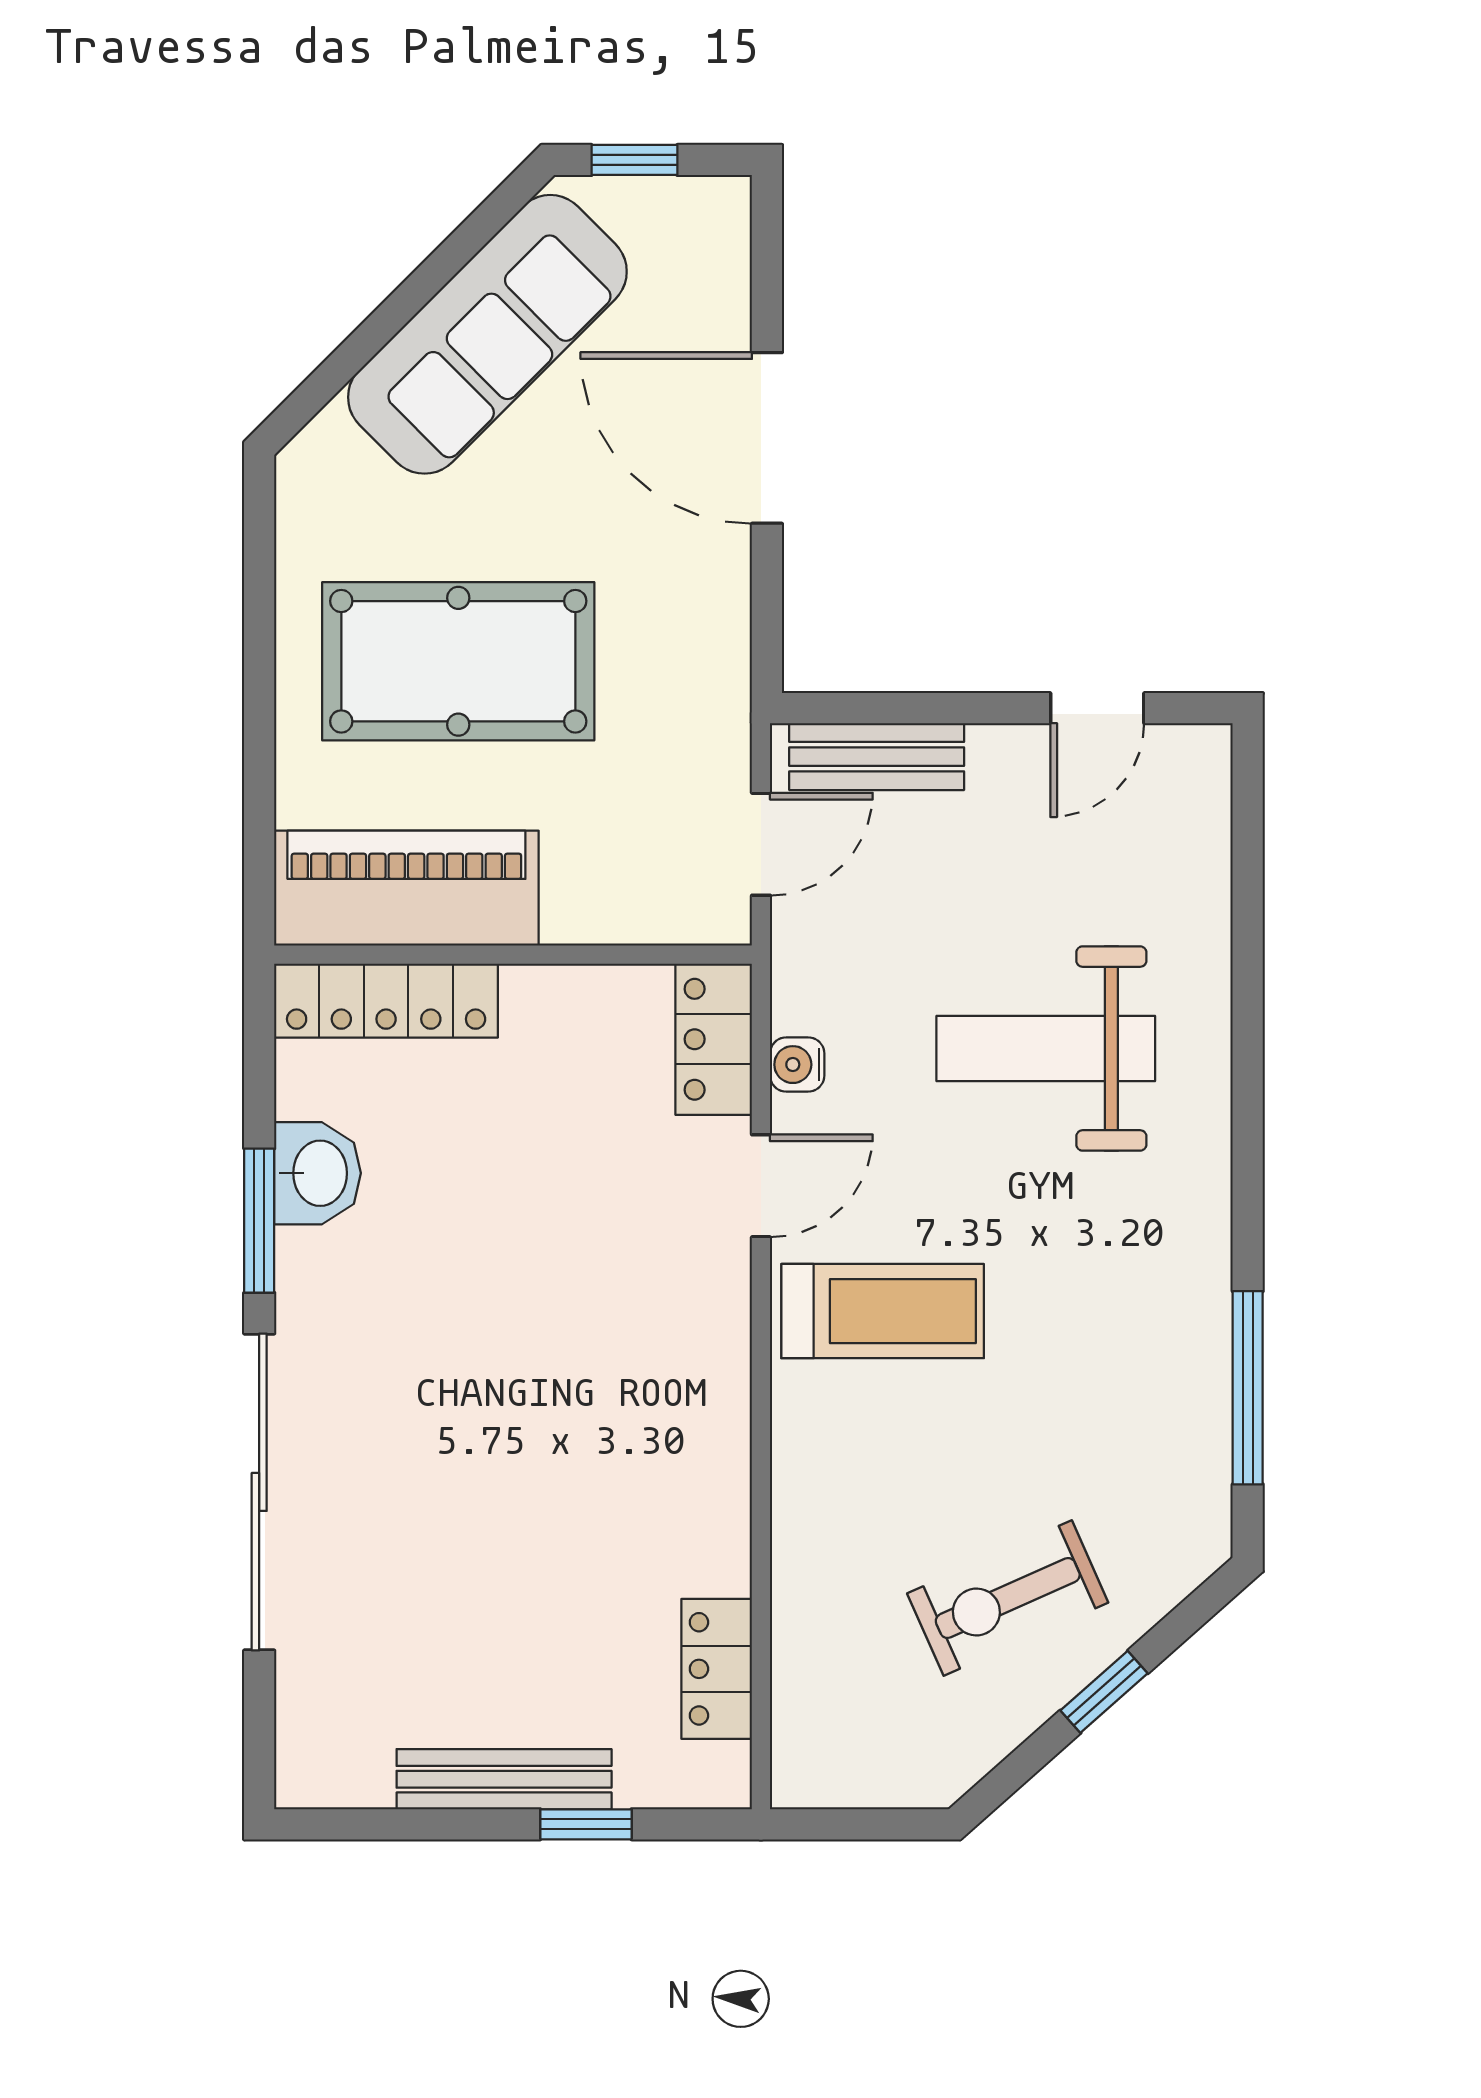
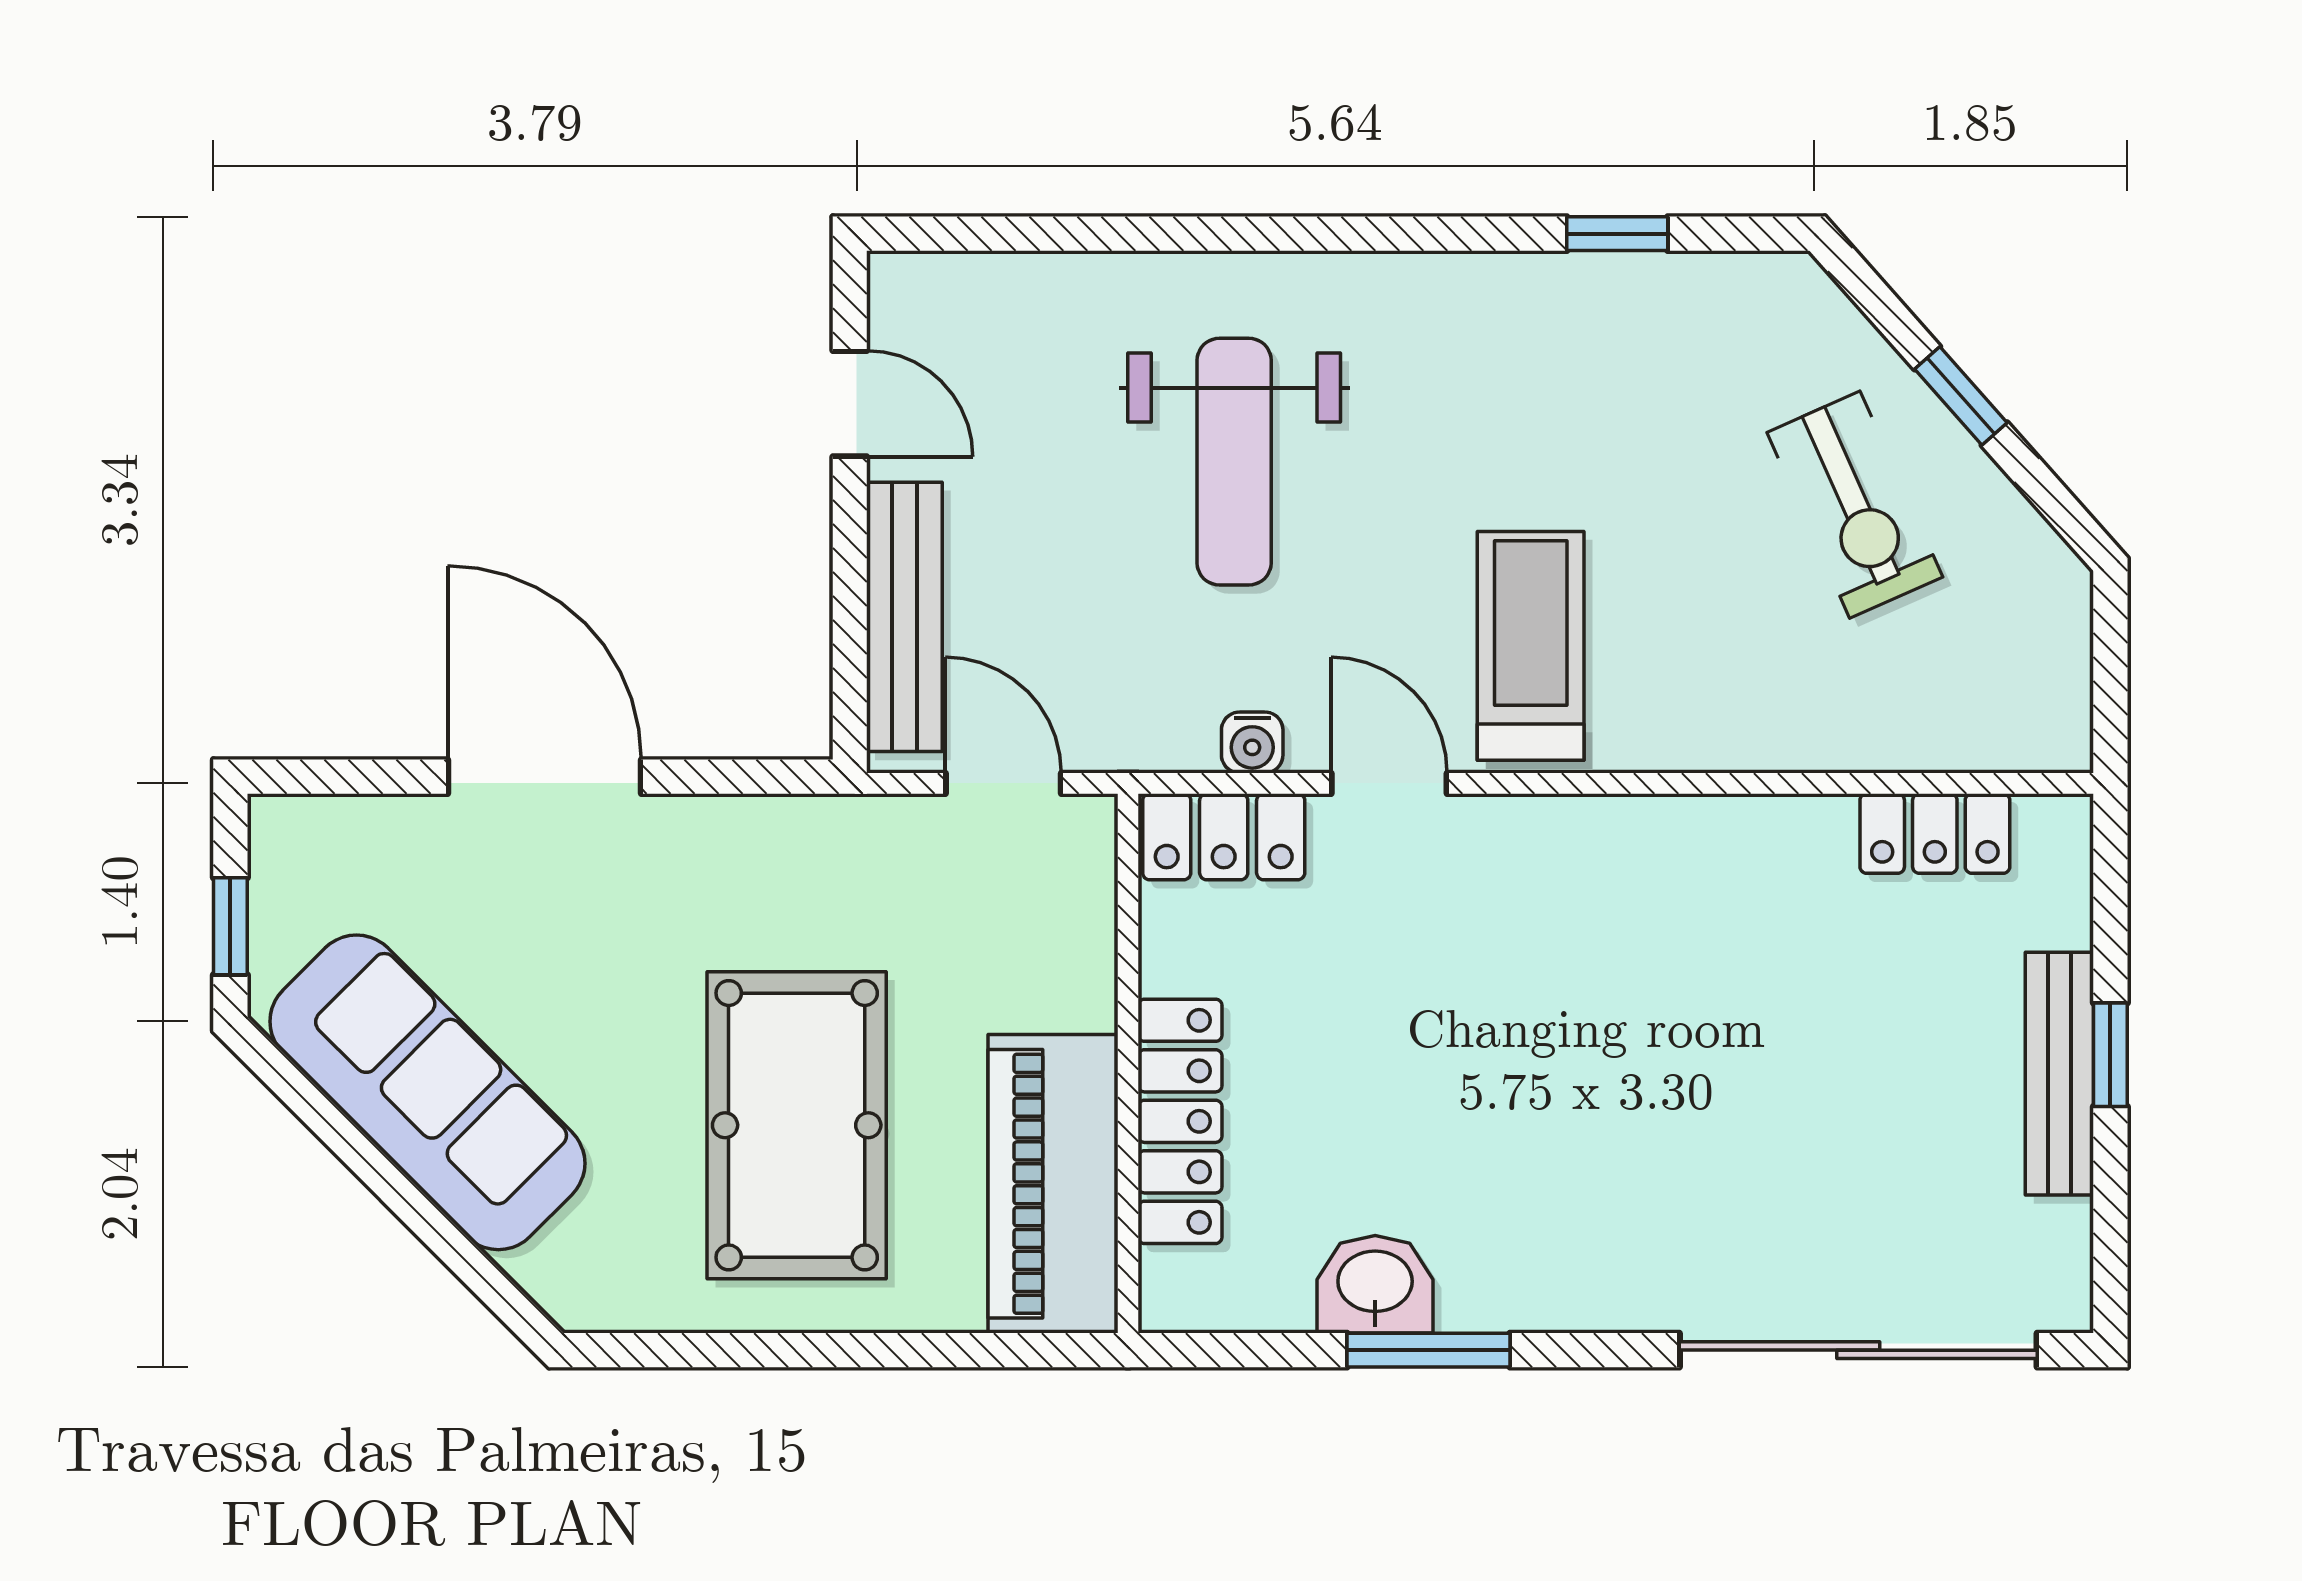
door: (767, 438) -> (544, 777), swing flipped
bench: (877, 757) -> (904, 617), width x1.36
locker: (386, 1001) -> (1180, 1121), moved
window: (1248, 1388) -> (1617, 234), width x0.46
sliding door: (259, 1492) -> (1858, 1350), moved
window: (586, 1824) -> (2110, 1055), moved

